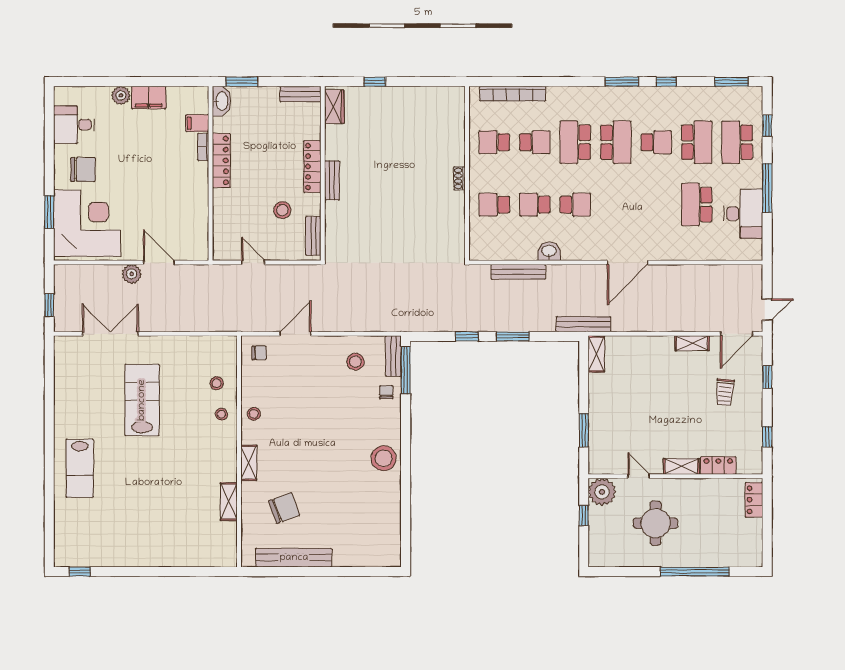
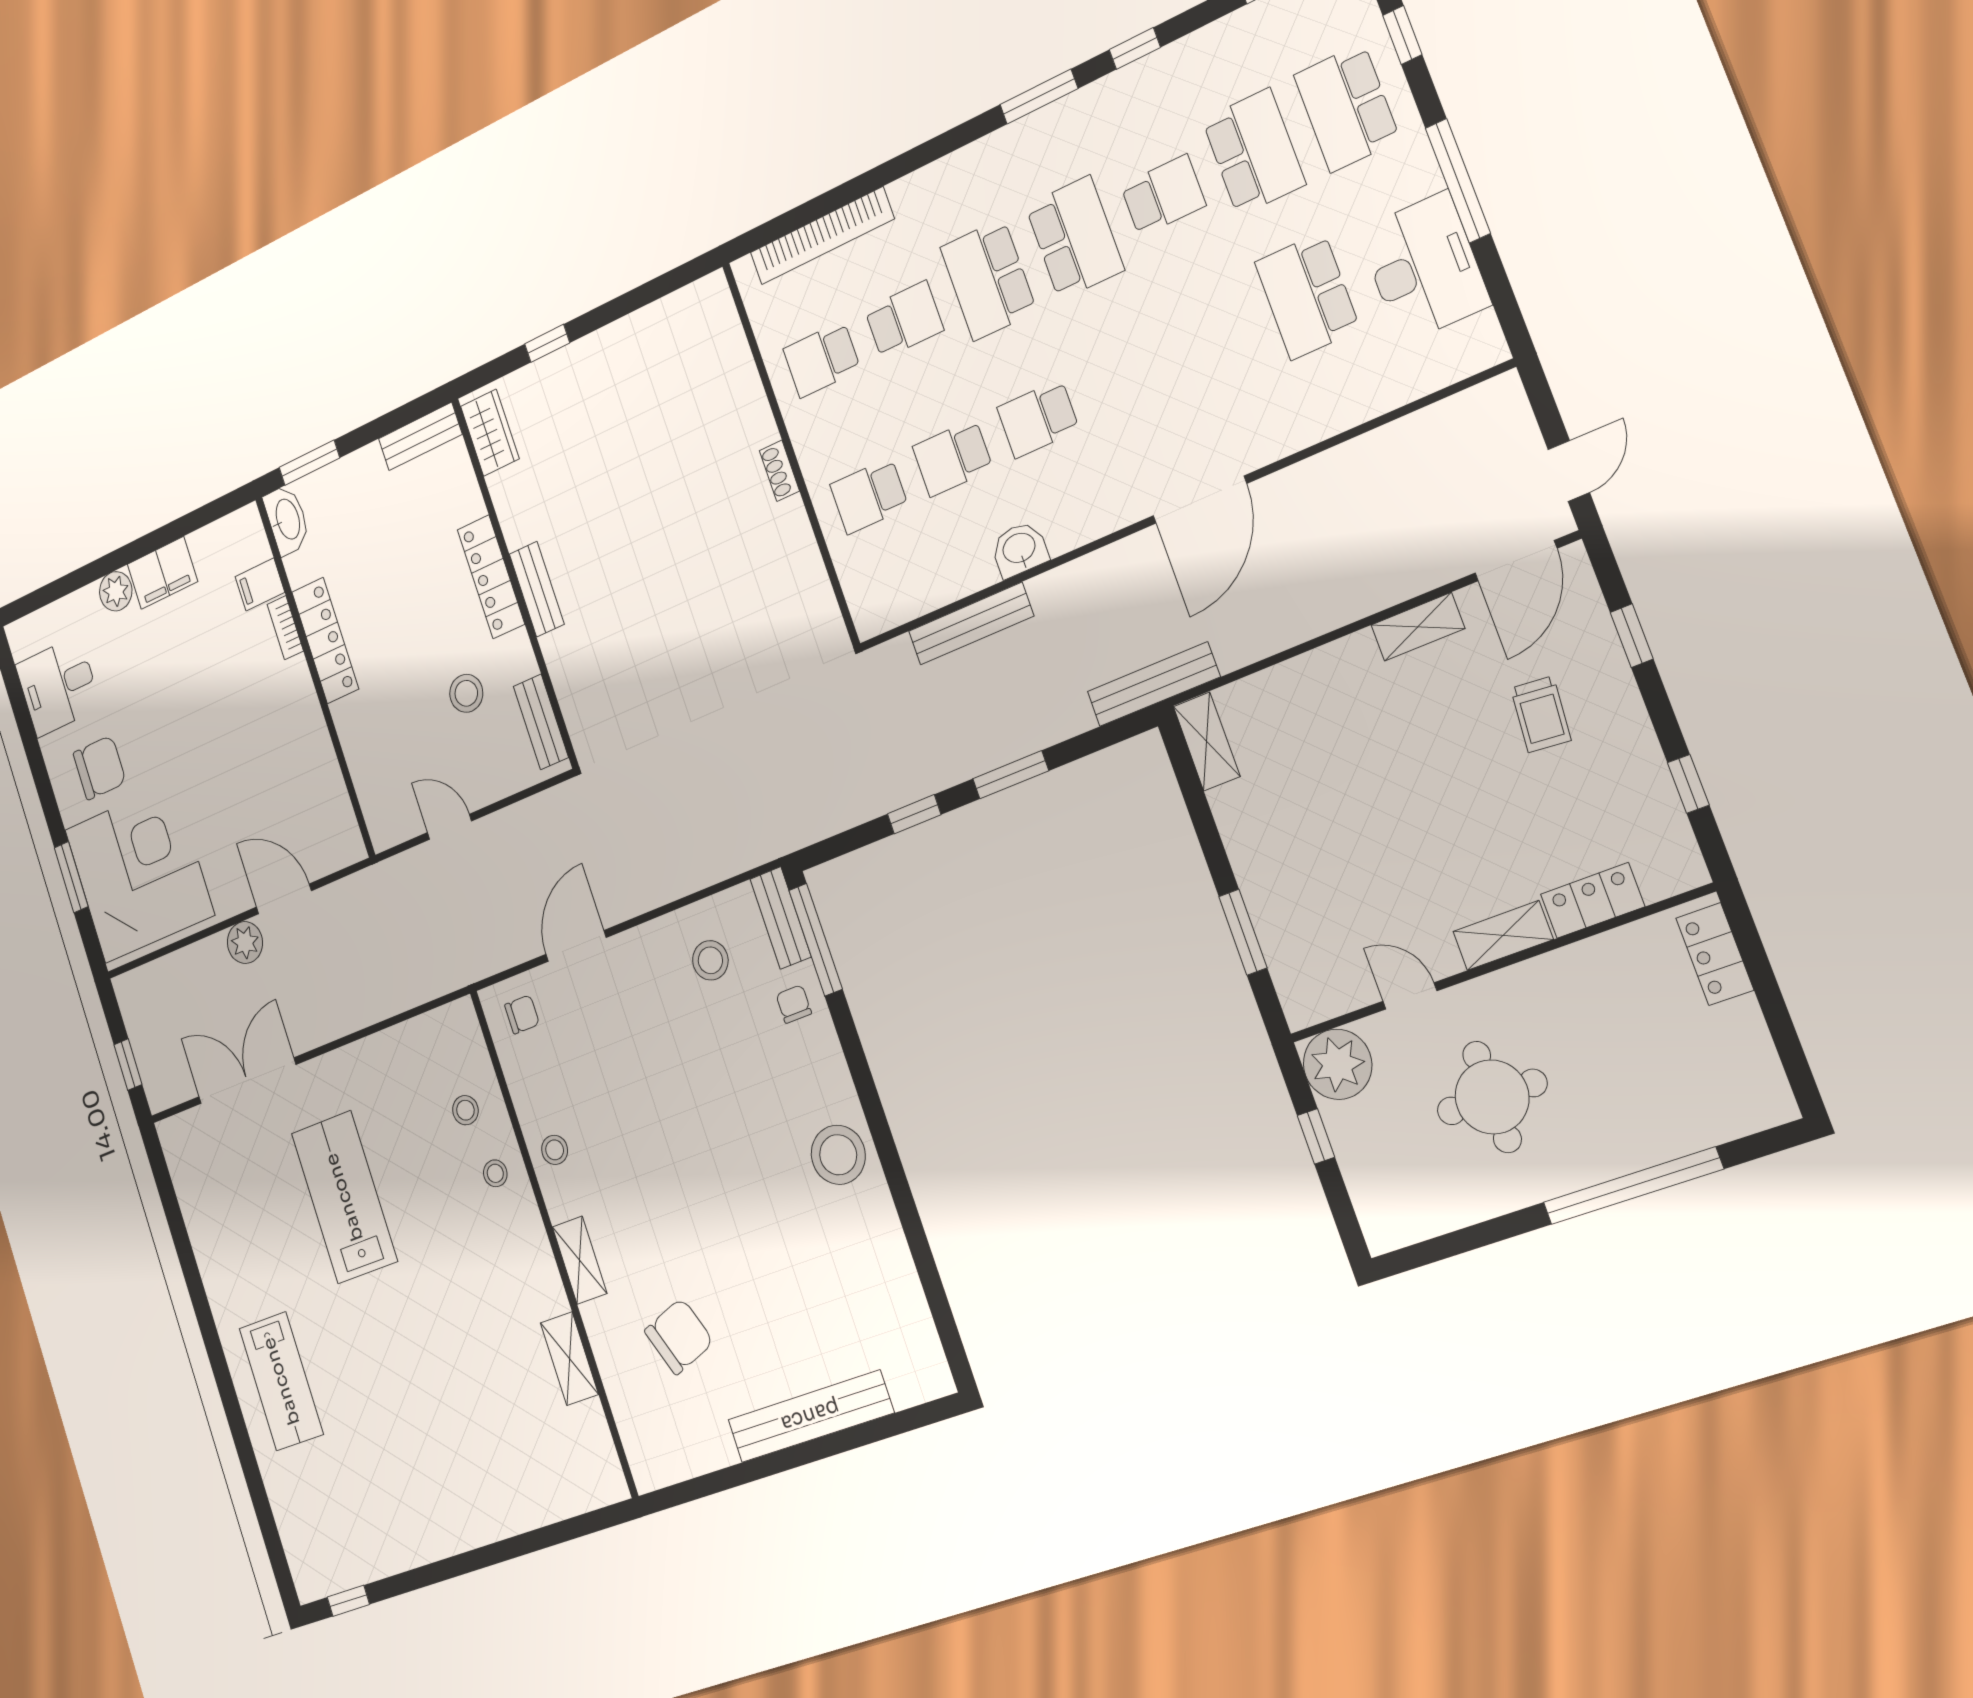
school desk: (575, 205) -> (1038, 419), turned 180
bench: (294, 558) -> (810, 1416), moved

